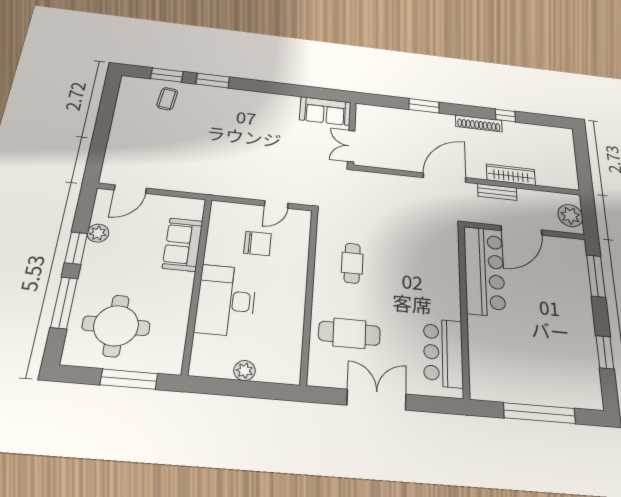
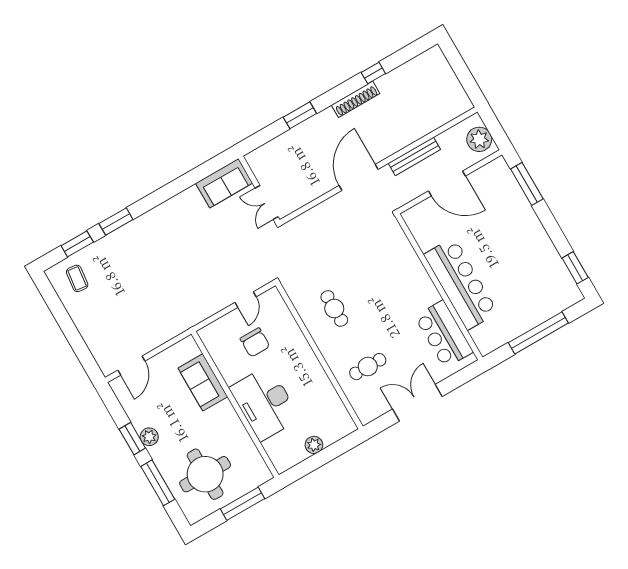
coffee table: (167, 99) -> (77, 278), moved
wardrobe: (511, 175) -> (410, 134), removed
bench: (497, 192) -> (414, 156), width x1.36
door: (521, 230) -> (447, 183), hinge flipped
plant: (98, 233) -> (149, 437), moved
chair: (258, 243) -> (255, 342), turned 90
bar counter: (484, 271) -> (461, 284), moved
cafe table: (349, 333) -> (368, 367), width x0.73, depth x0.74
window: (605, 352) -> (575, 268), moved

